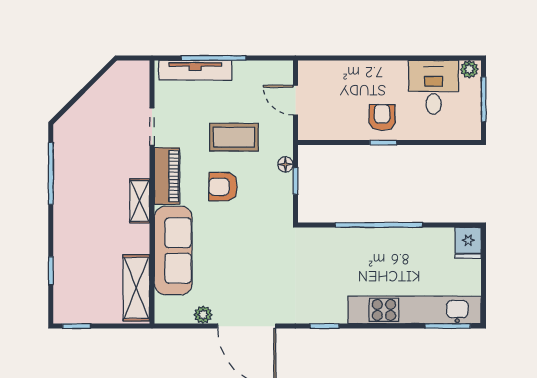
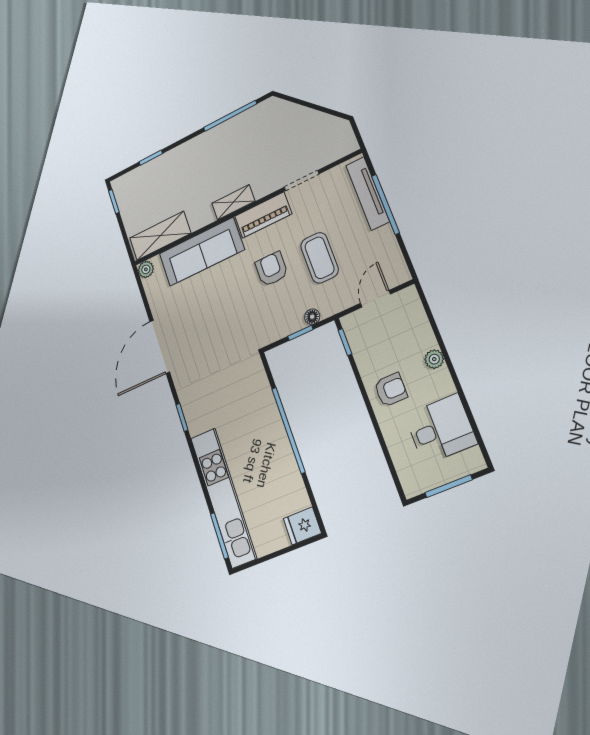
plant: (469, 69) -> (434, 359), moved
window: (383, 143) -> (345, 342), moved
plant: (203, 315) -> (146, 269), moved

